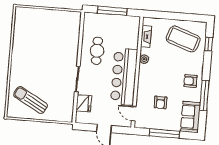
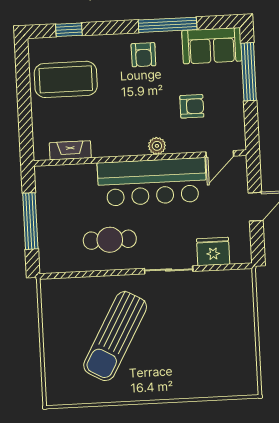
coffee table: (183, 39) -> (66, 79), turned 71
plant: (144, 59) -> (157, 146), moved
sun lounger: (31, 100) -> (115, 336), moved, width x1.36, depth x1.34
window: (164, 133) -> (249, 72), moved

